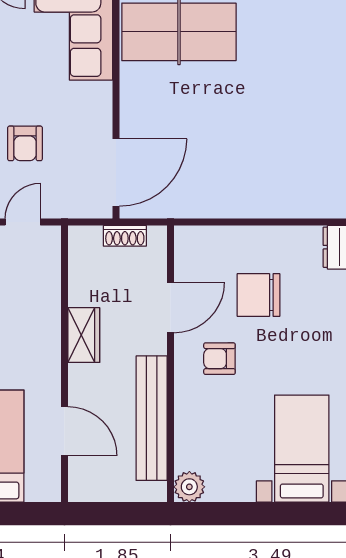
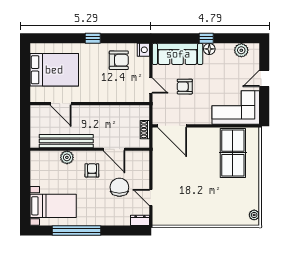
door: (282, 222) -> (151, 197), added
wardrobe: (84, 335) -> (102, 112), removed
door: (64, 431) -> (61, 104), hinge flipped
plant: (189, 487) -> (67, 157), moved

